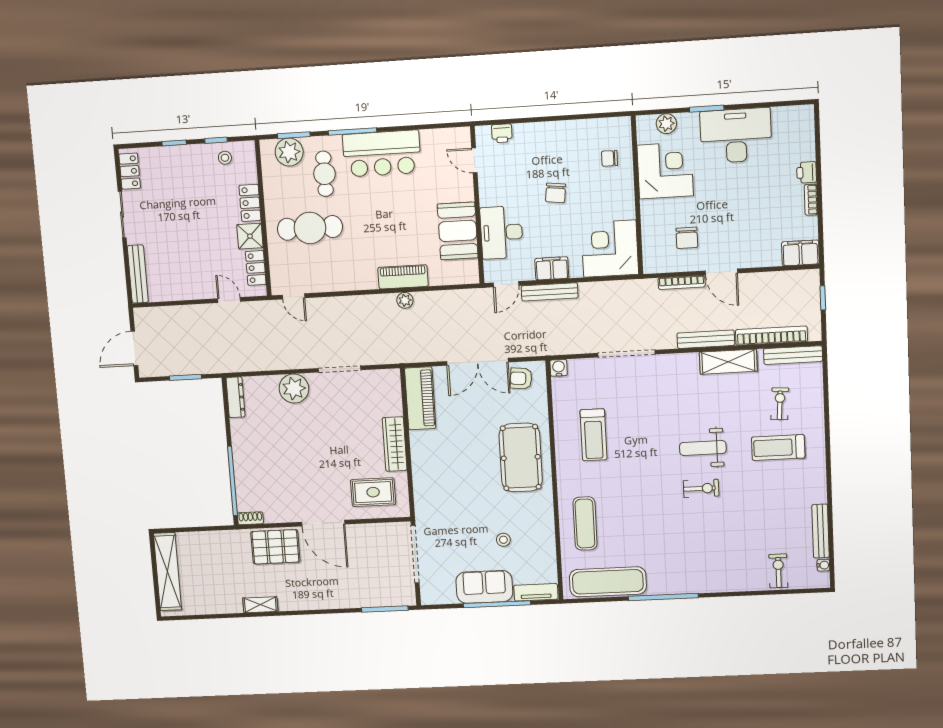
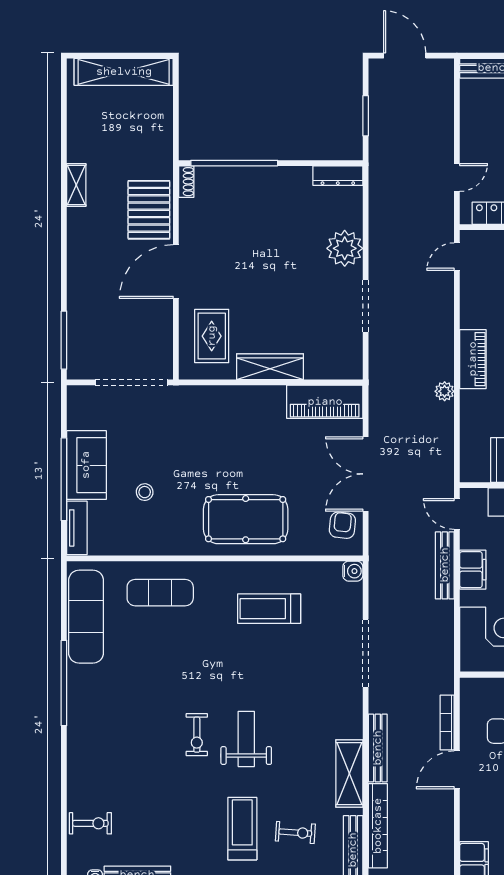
piano: (403, 277) -> (473, 359), moved

